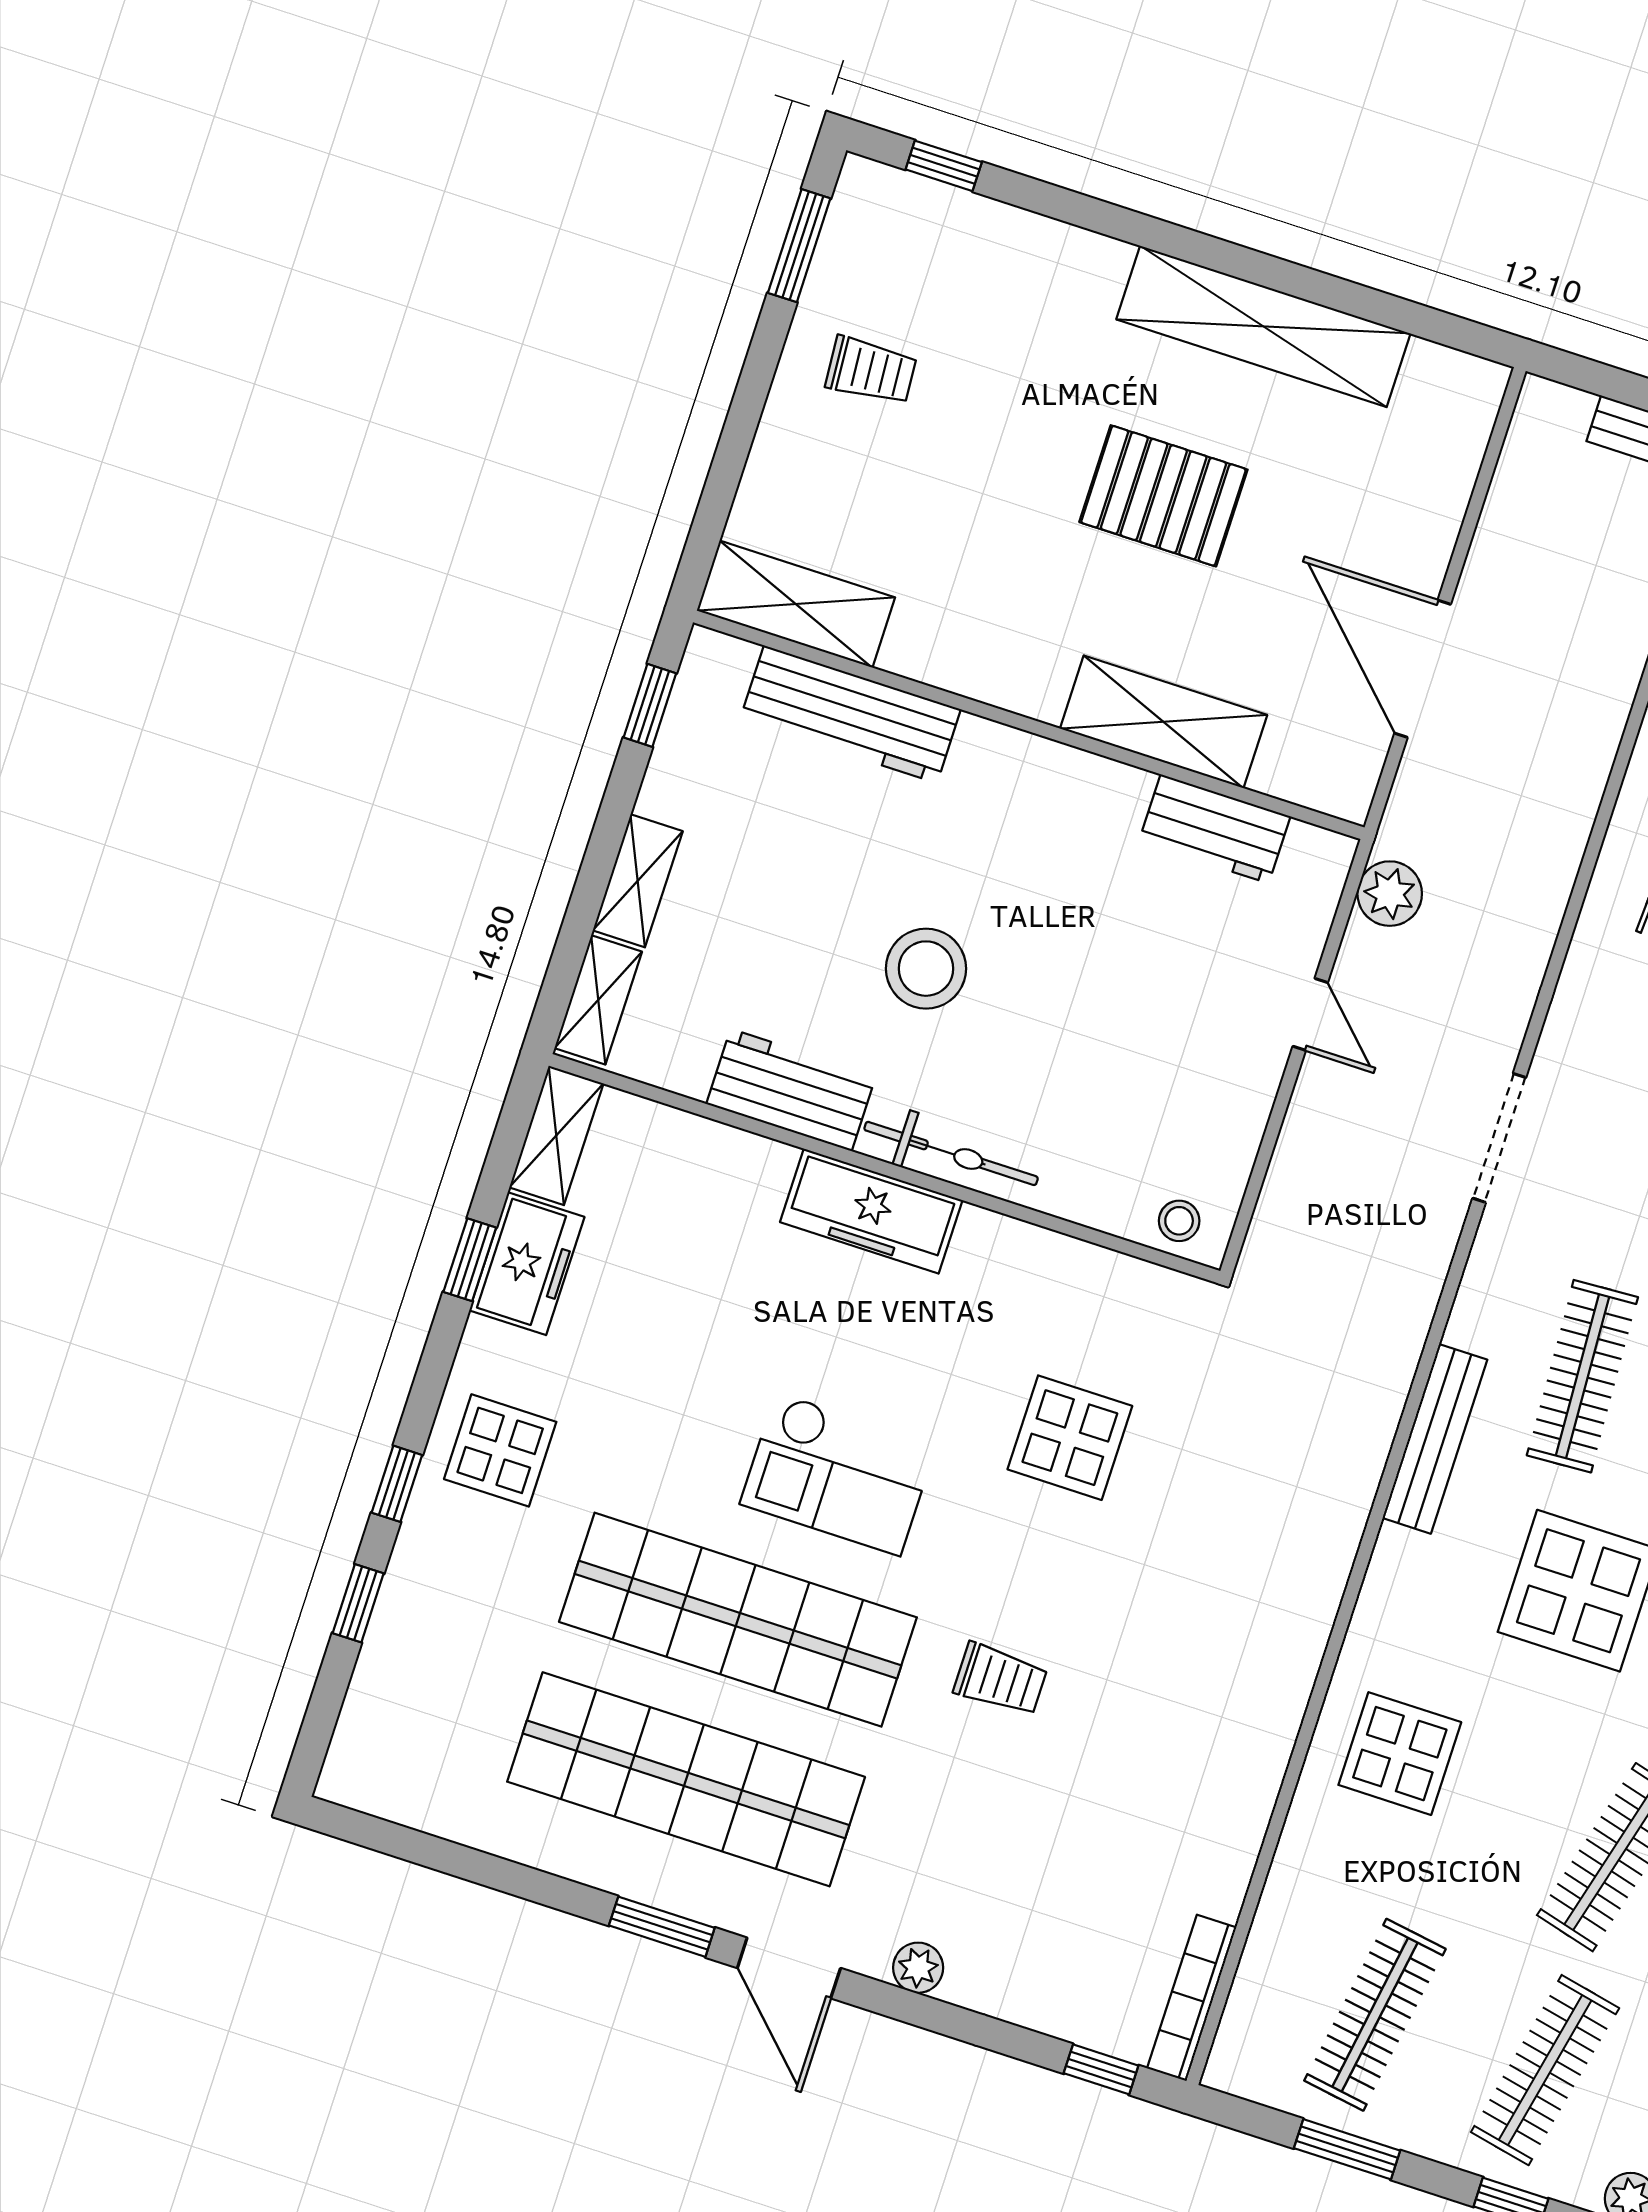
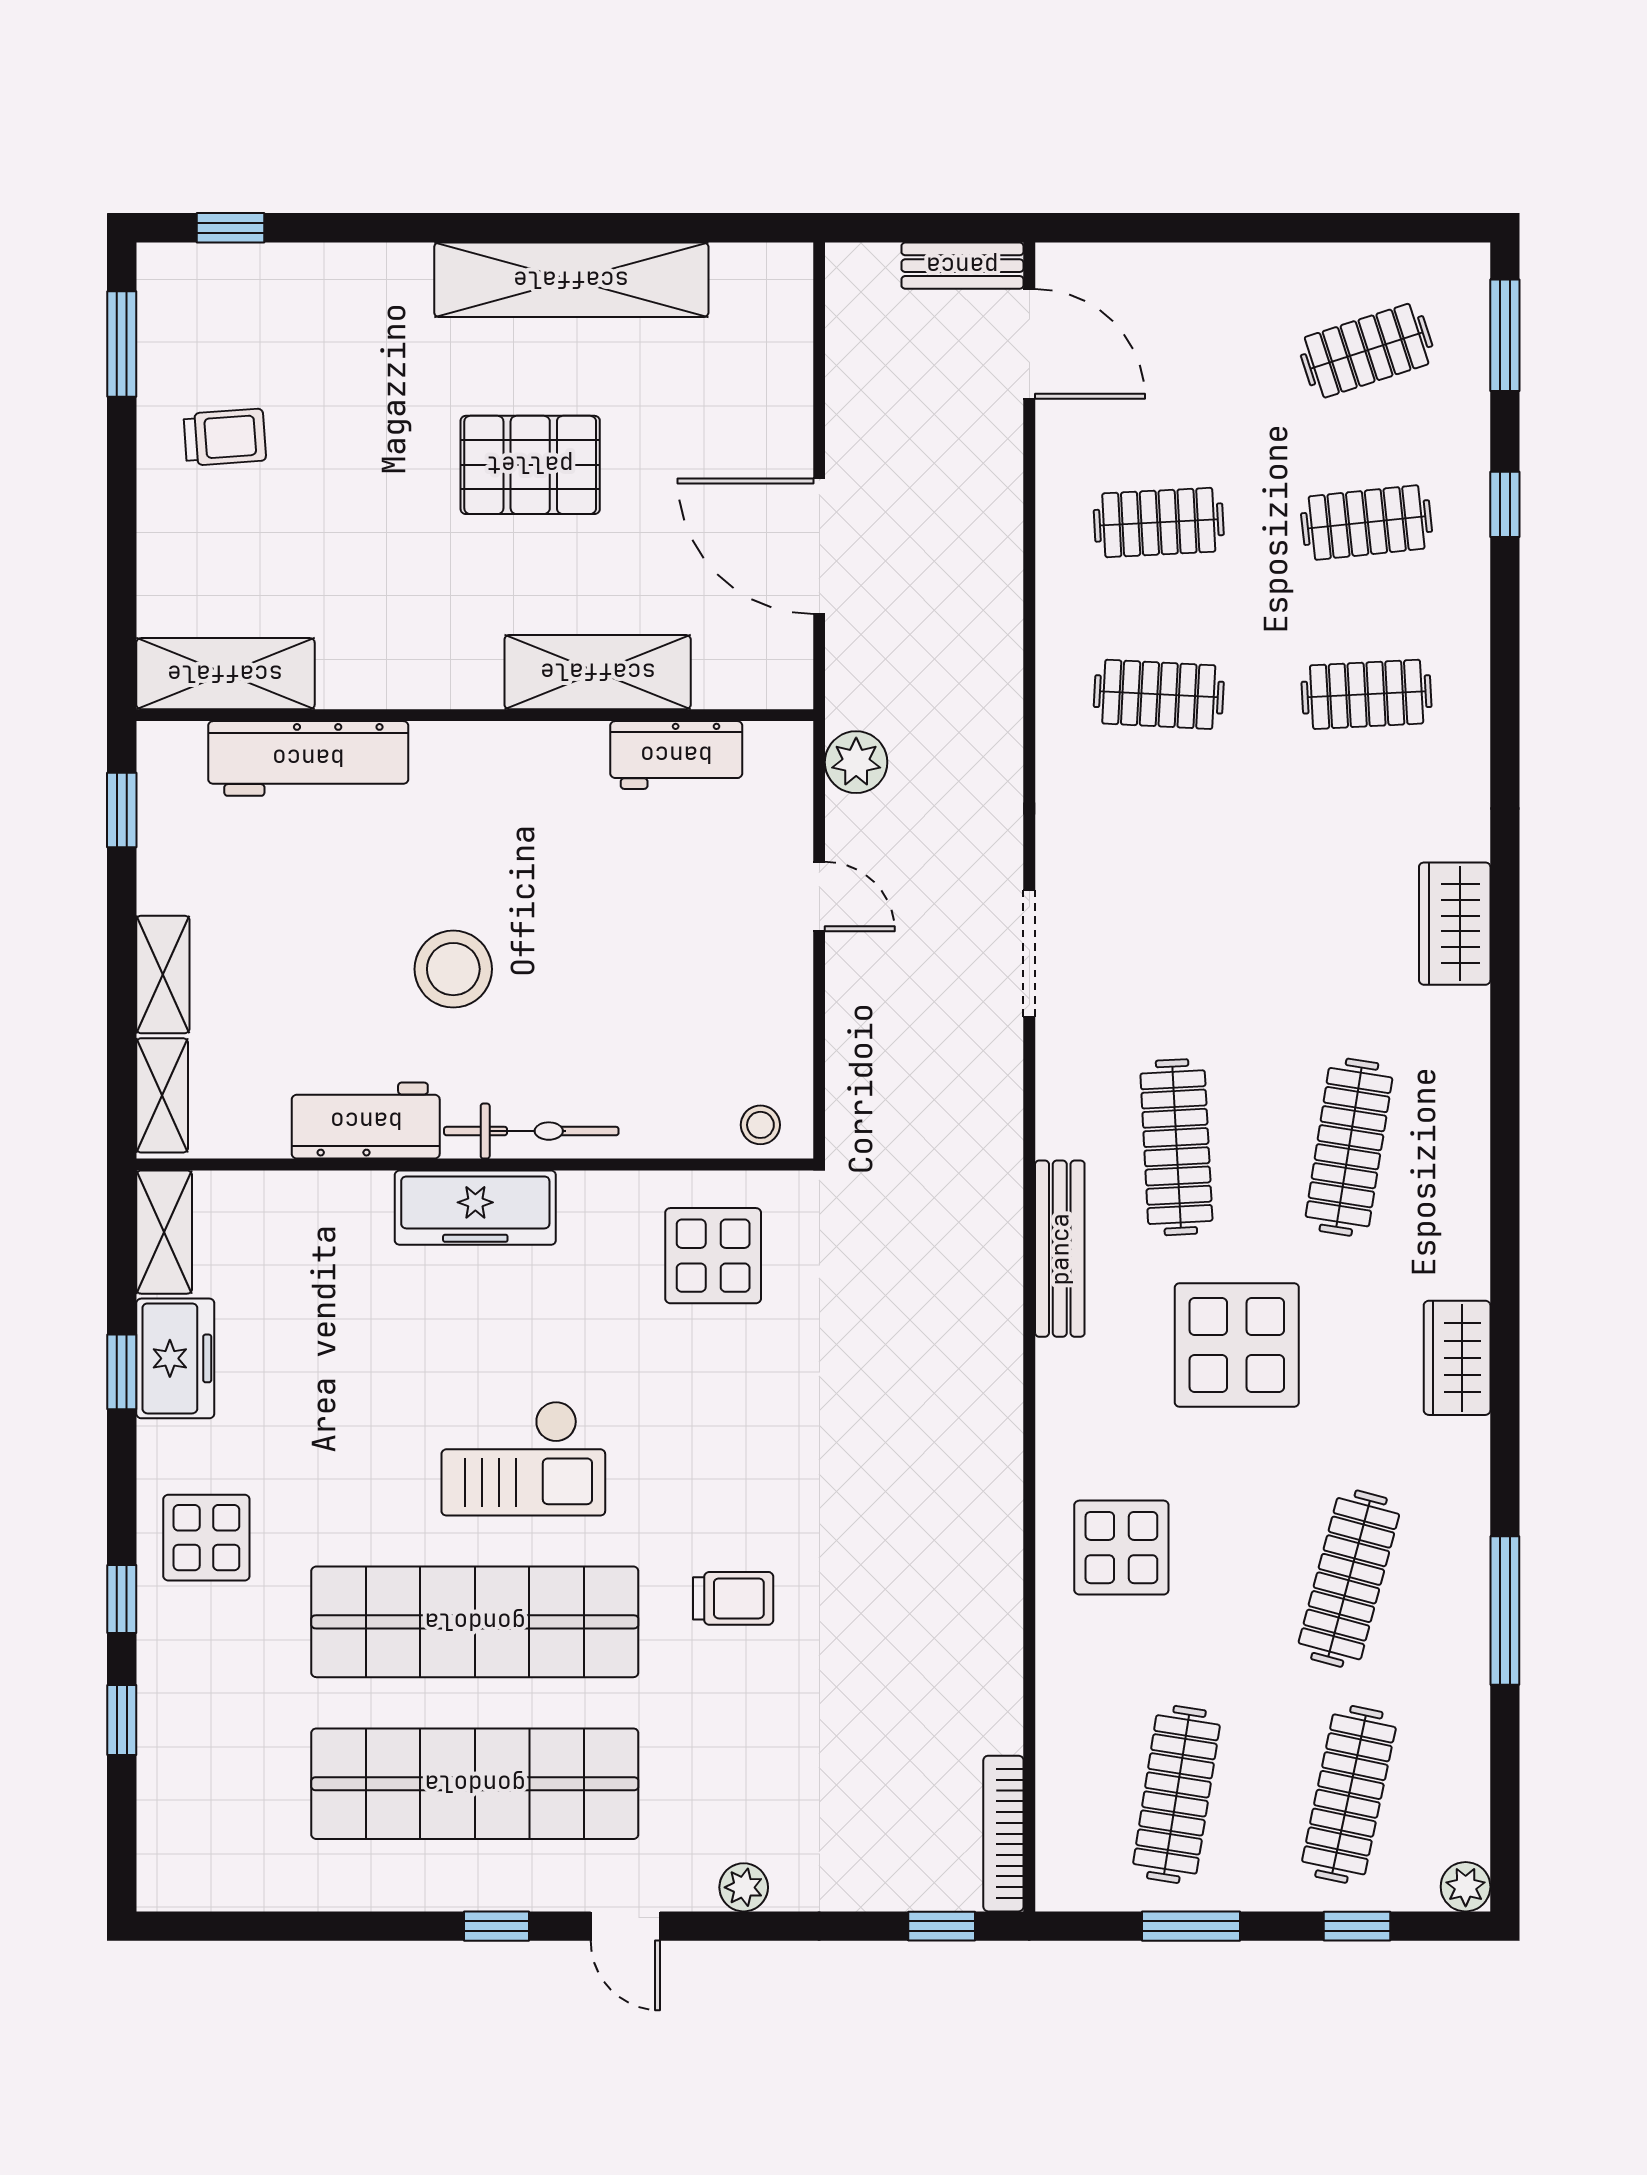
display table: (1070, 1438) -> (713, 1256), moved
window: (662, 1927) -> (497, 1926), width x0.67
door: (789, 1968) -> (625, 1926), width x0.73

